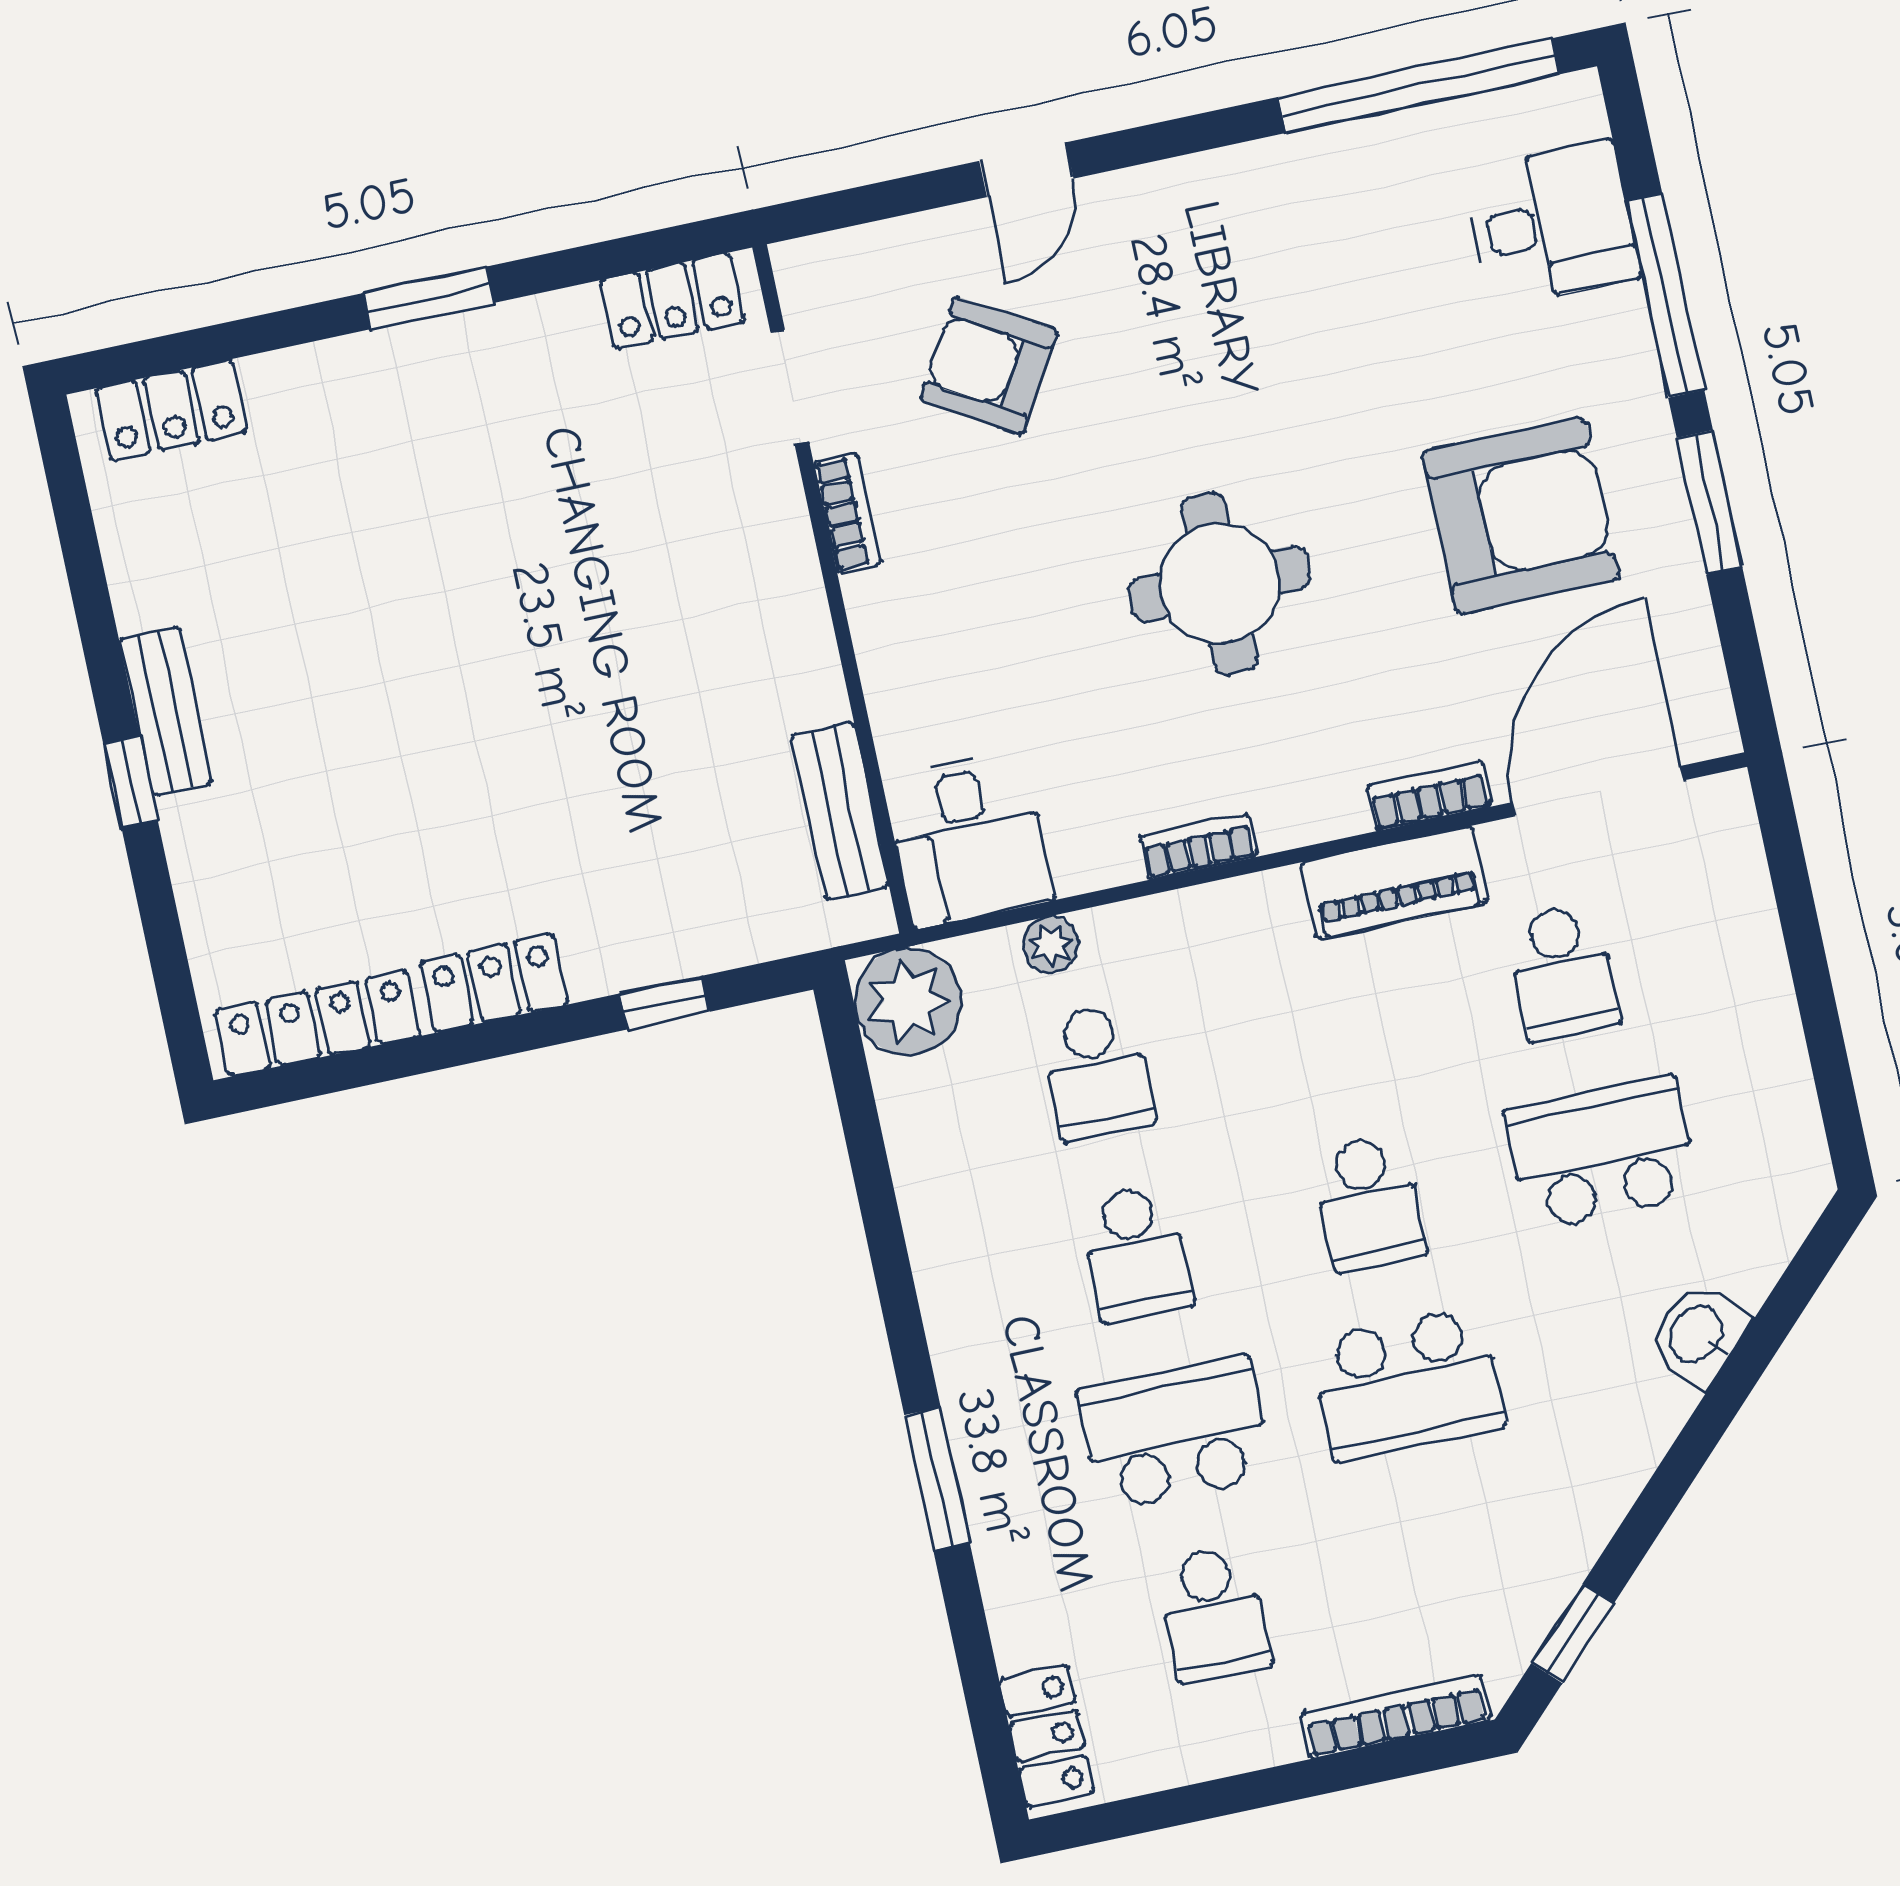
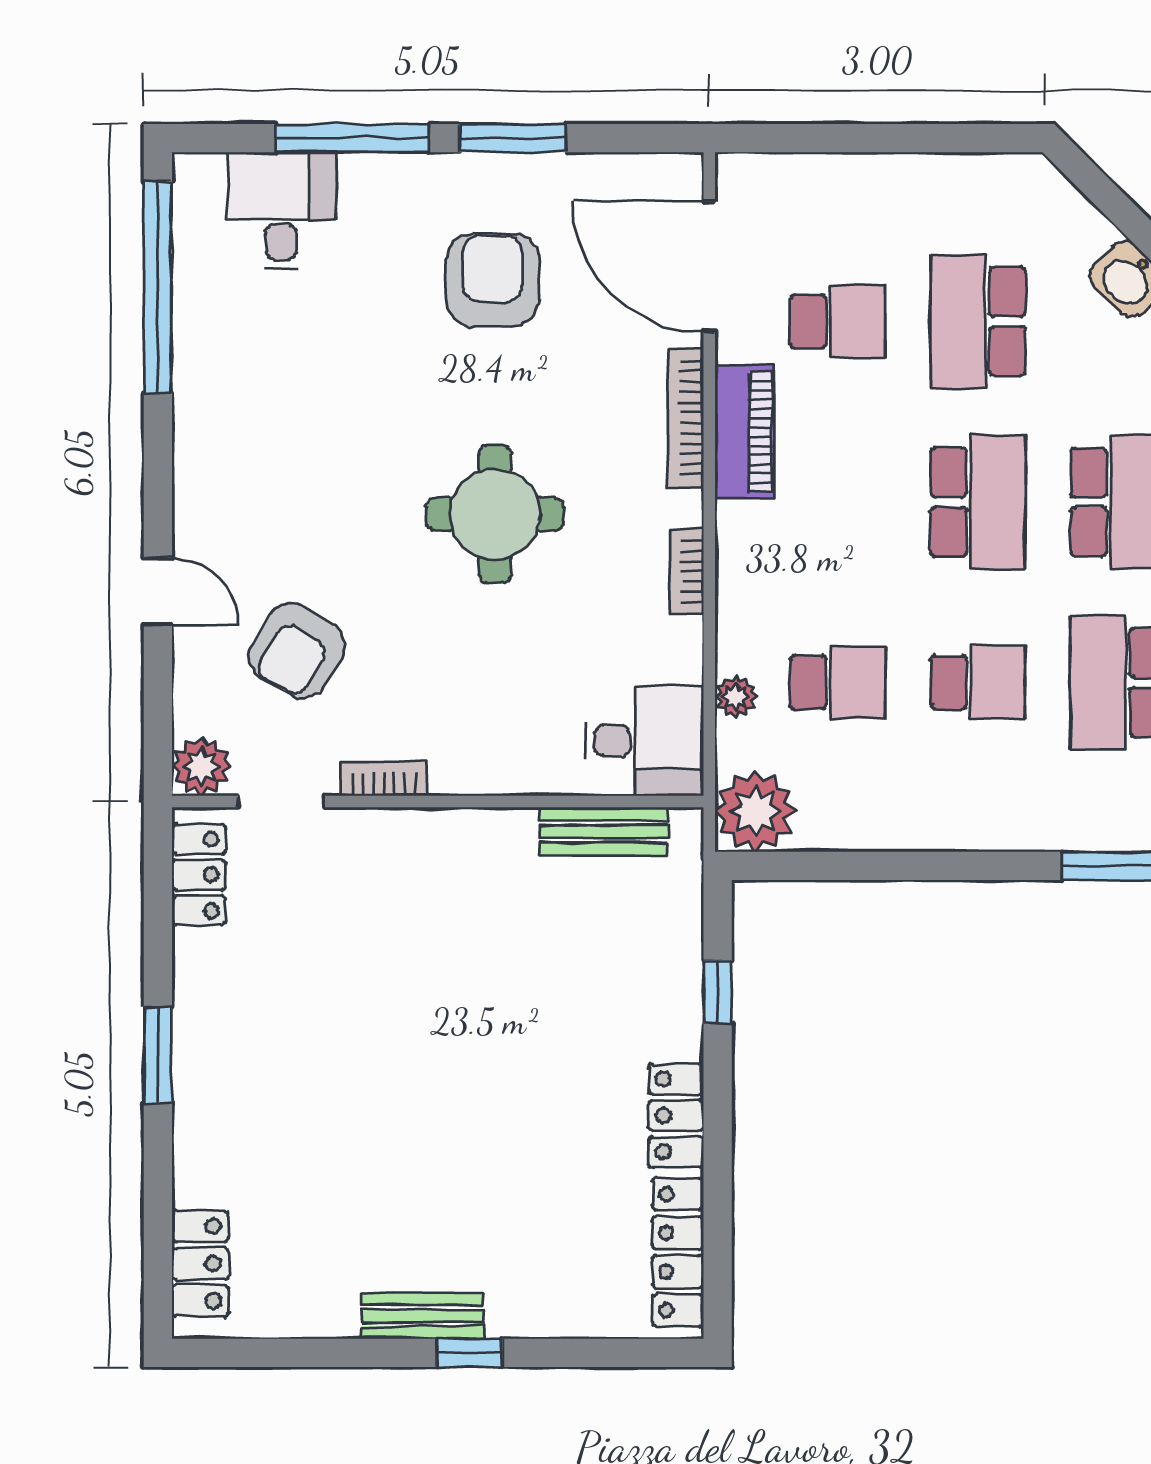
plant: (813, 274) -> (201, 766), added
armchair: (1521, 515) -> (493, 280), width x0.73, depth x0.73
bookcase: (1429, 796) -> (686, 418), width x1.56
school desk: (1369, 1203) -> (978, 502), width x1.85

